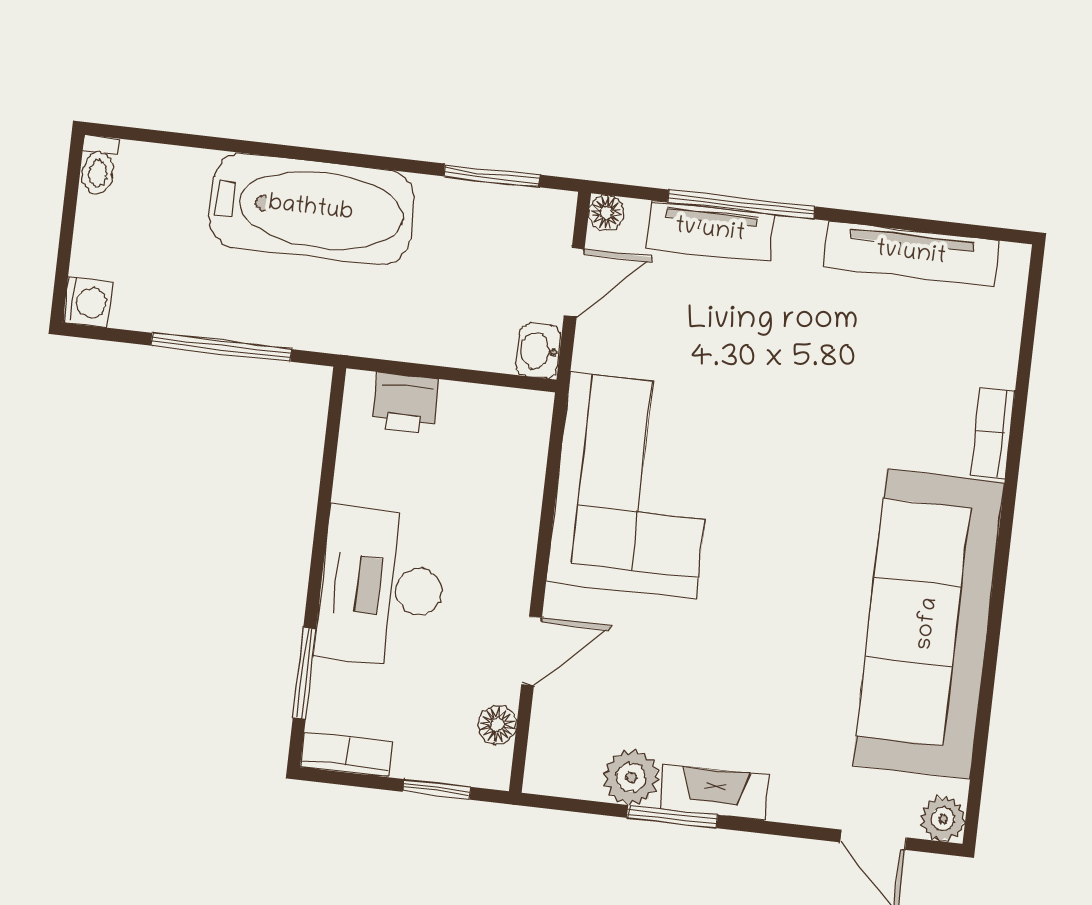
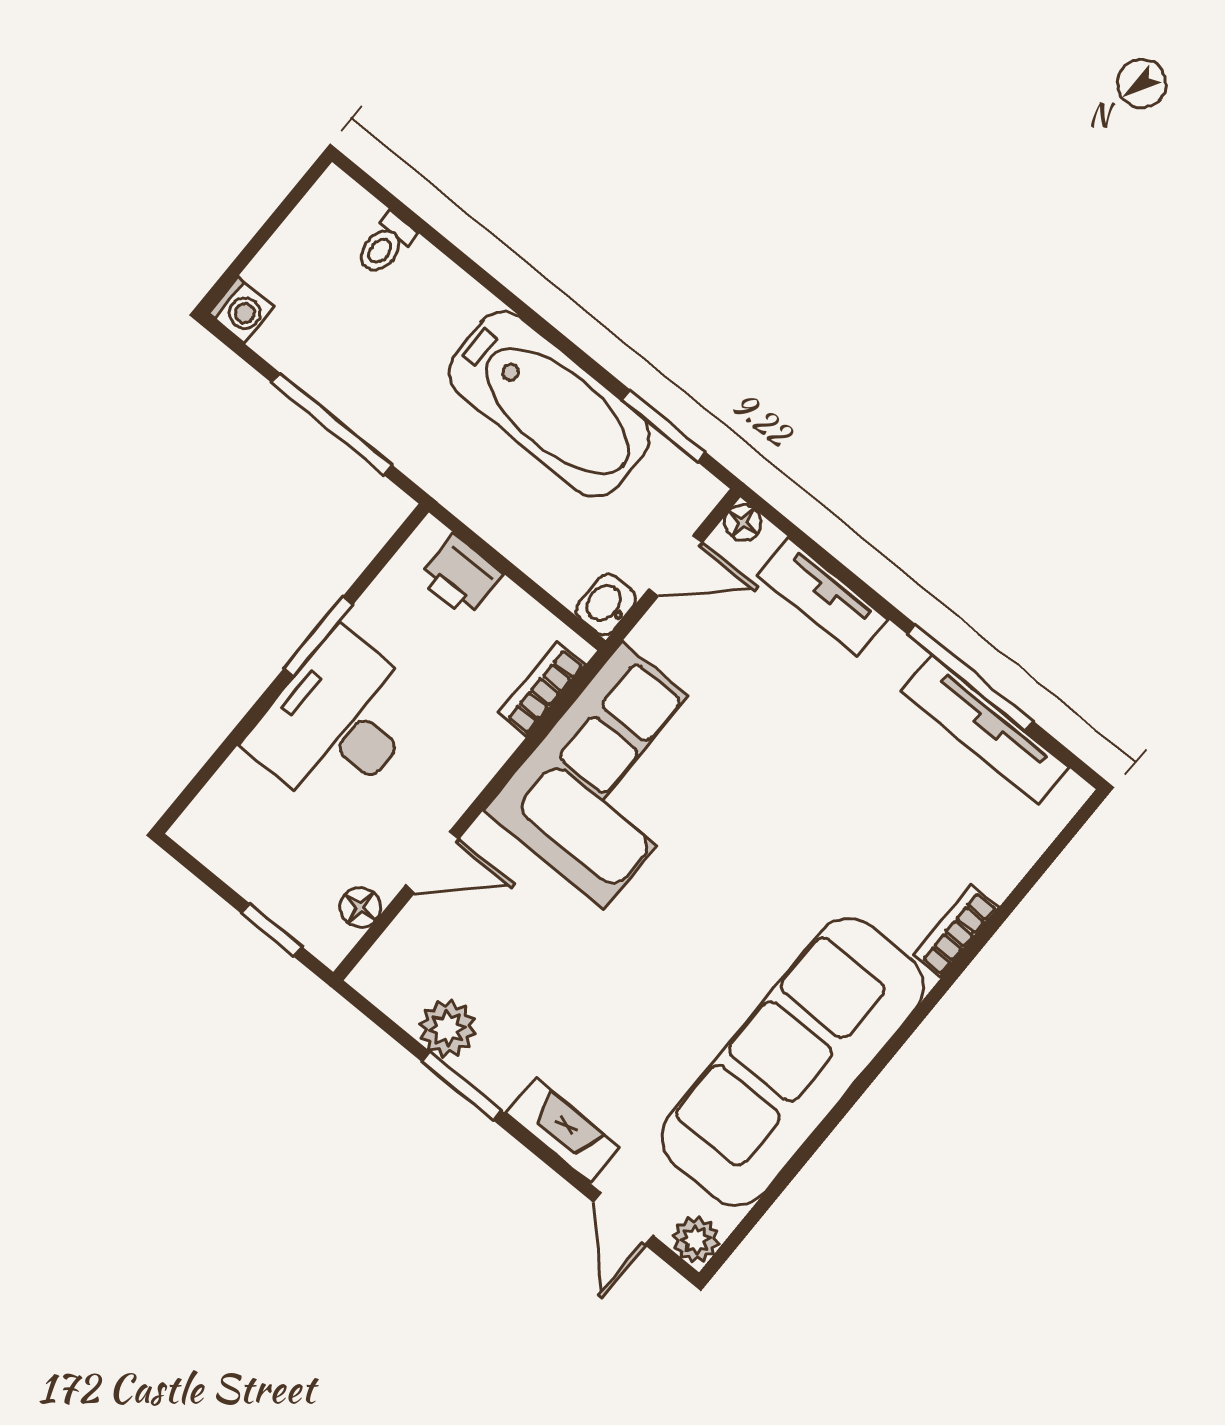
toilet: (99, 165) -> (385, 244), moved
window: (741, 204) -> (970, 677), moved
bathtub: (311, 209) -> (549, 404), moved
window: (304, 673) -> (318, 636), moved
bookcase: (346, 754) -> (542, 689), moved, turned -90
fireplace: (715, 792) -> (563, 1130), moved

